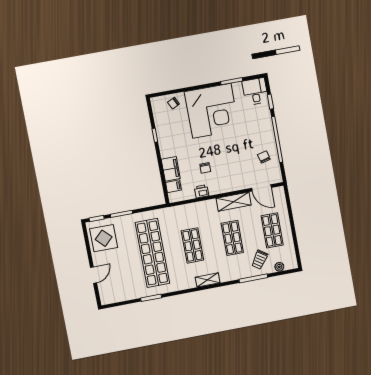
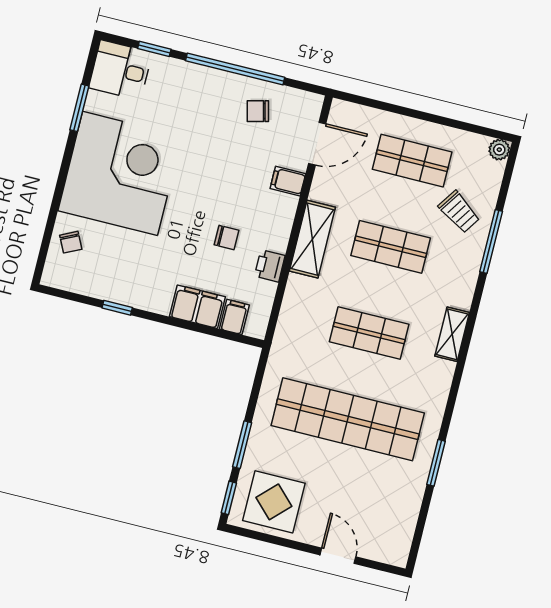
filing cabinet: (240, 183) -> (288, 181), added
shelving: (234, 202) -> (312, 239), moved
plant: (279, 267) -> (499, 150), moved

